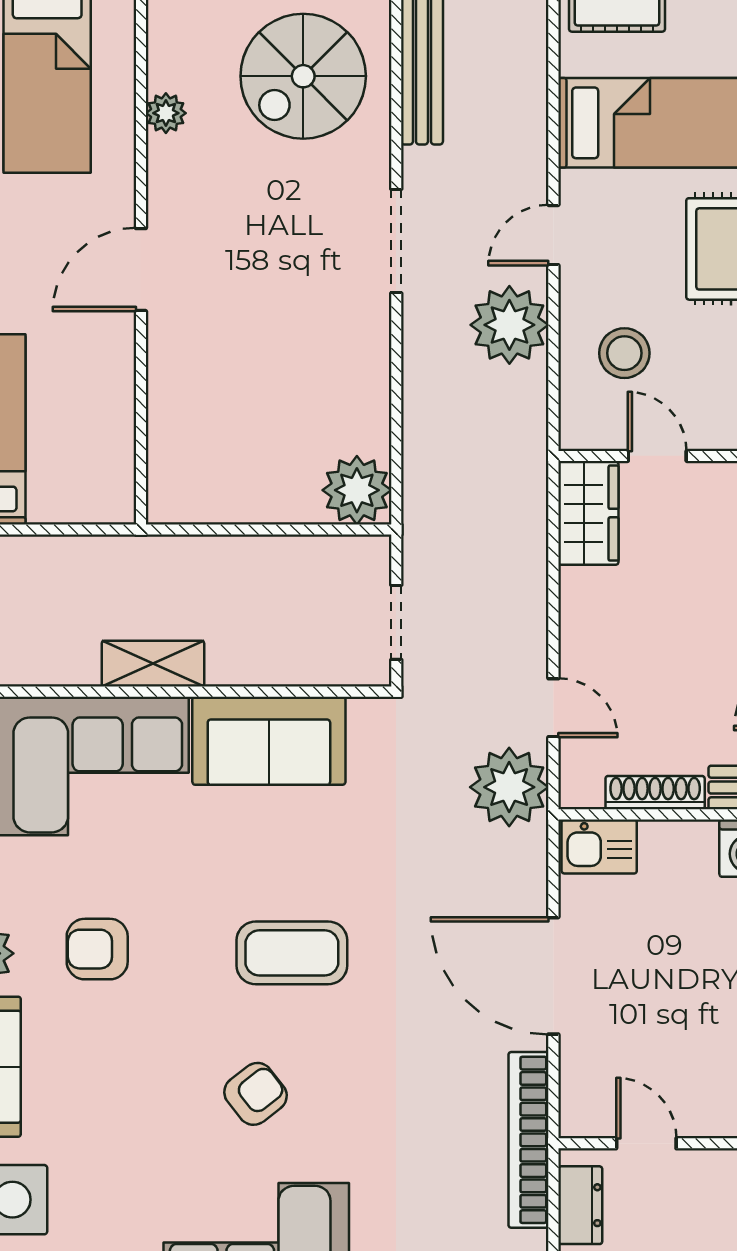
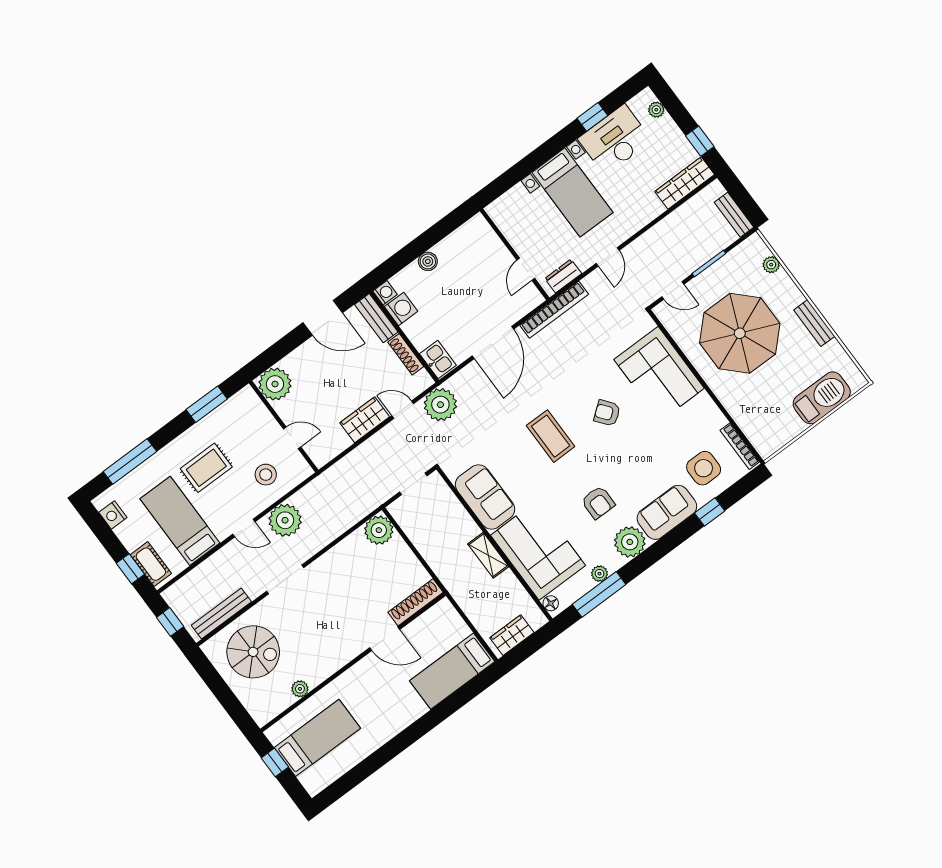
door: (141, 270) -> (385, 639), moved
door: (657, 456) -> (292, 438), swing flipped
shoe rack: (167, 458) -> (416, 602), added
wardrobe: (588, 513) -> (365, 420), moved
door: (553, 708) -> (403, 410), hinge flipped

